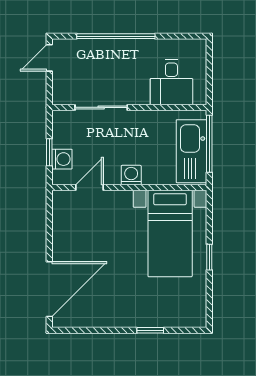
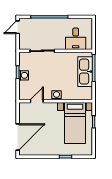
washing machine: (131, 175) -> (57, 95), moved
door: (89, 188) -> (37, 101), moved
wall: (129, 188) -> (56, 101), moved
bed with nightstands: (170, 233) -> (75, 123), moved

